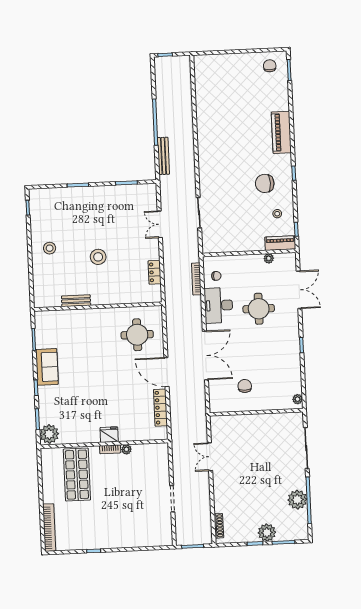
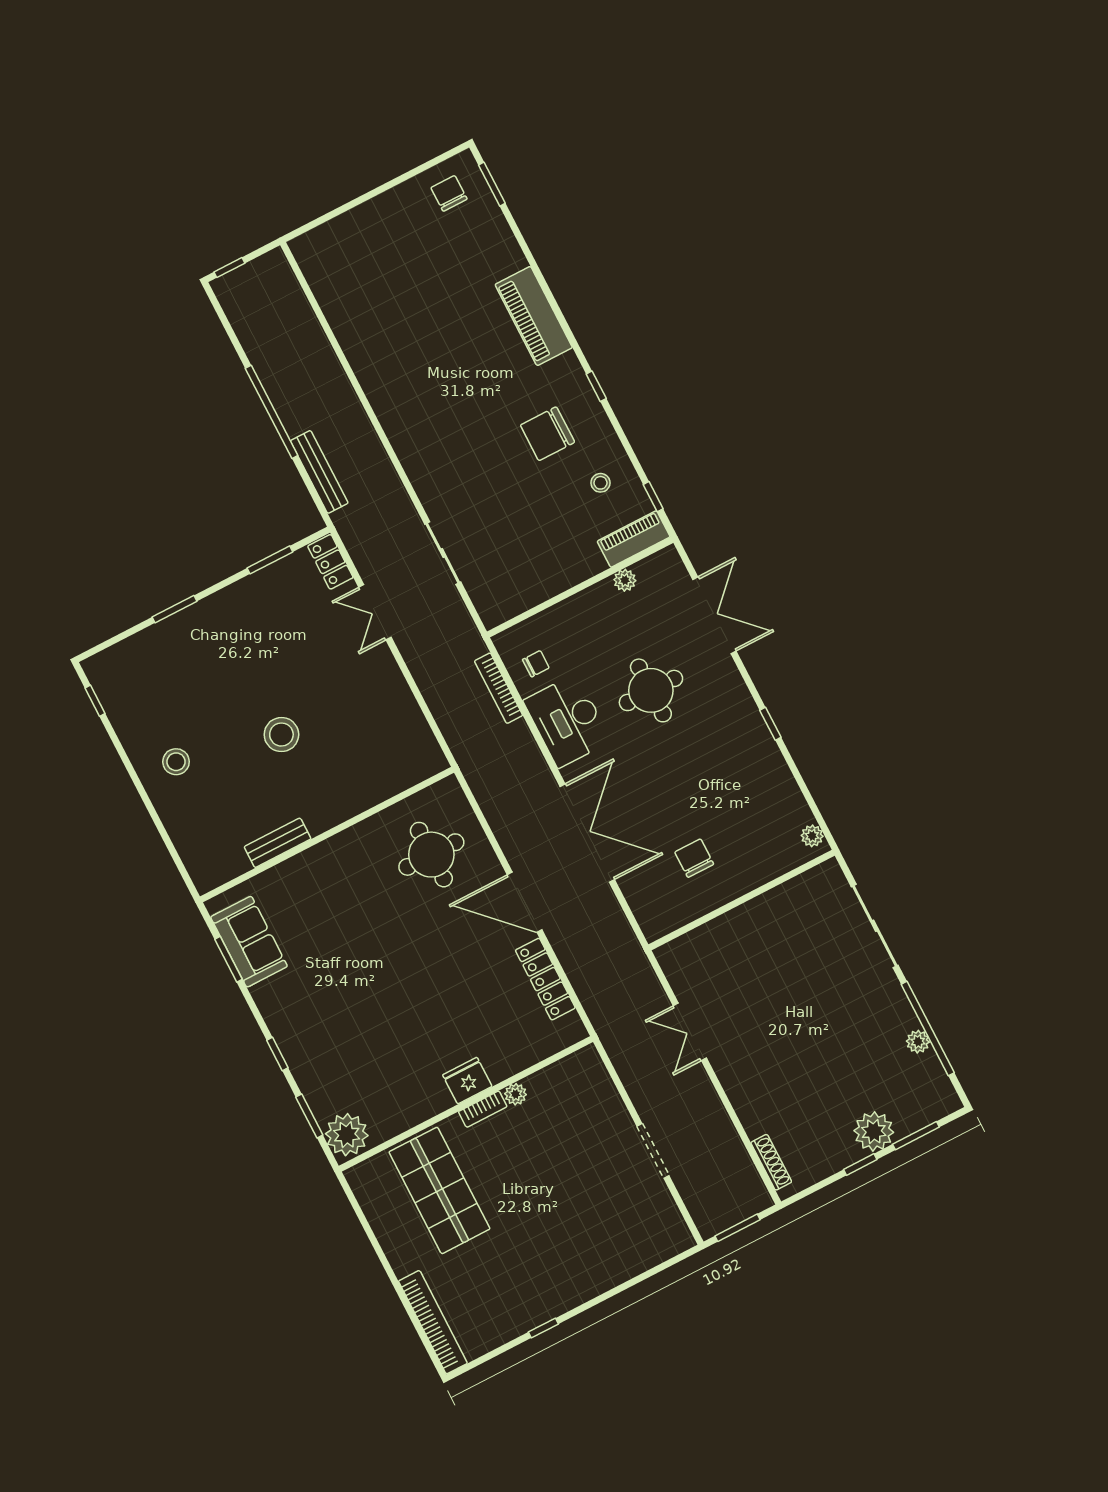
locker: (155, 272) -> (330, 562), moved
sofa: (47, 367) -> (249, 942), moved
plant: (297, 500) -> (918, 1042), width x0.53, depth x0.53

